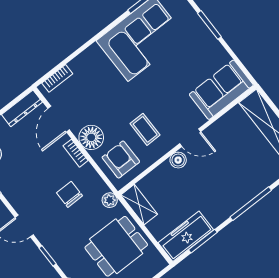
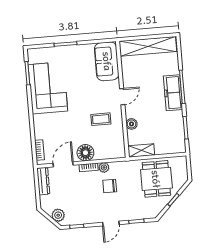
door: (59, 119) -> (63, 164), swing flipped
armchair: (121, 160) -> (109, 144), removed
boiler: (178, 160) -> (131, 124), moved
plant: (110, 200) -> (104, 167), moved
freezer: (186, 236) -> (173, 93), moved

